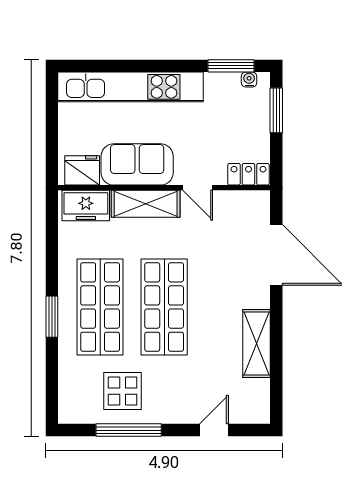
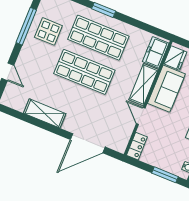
door: (198, 188) -> (141, 116), hinge flipped

